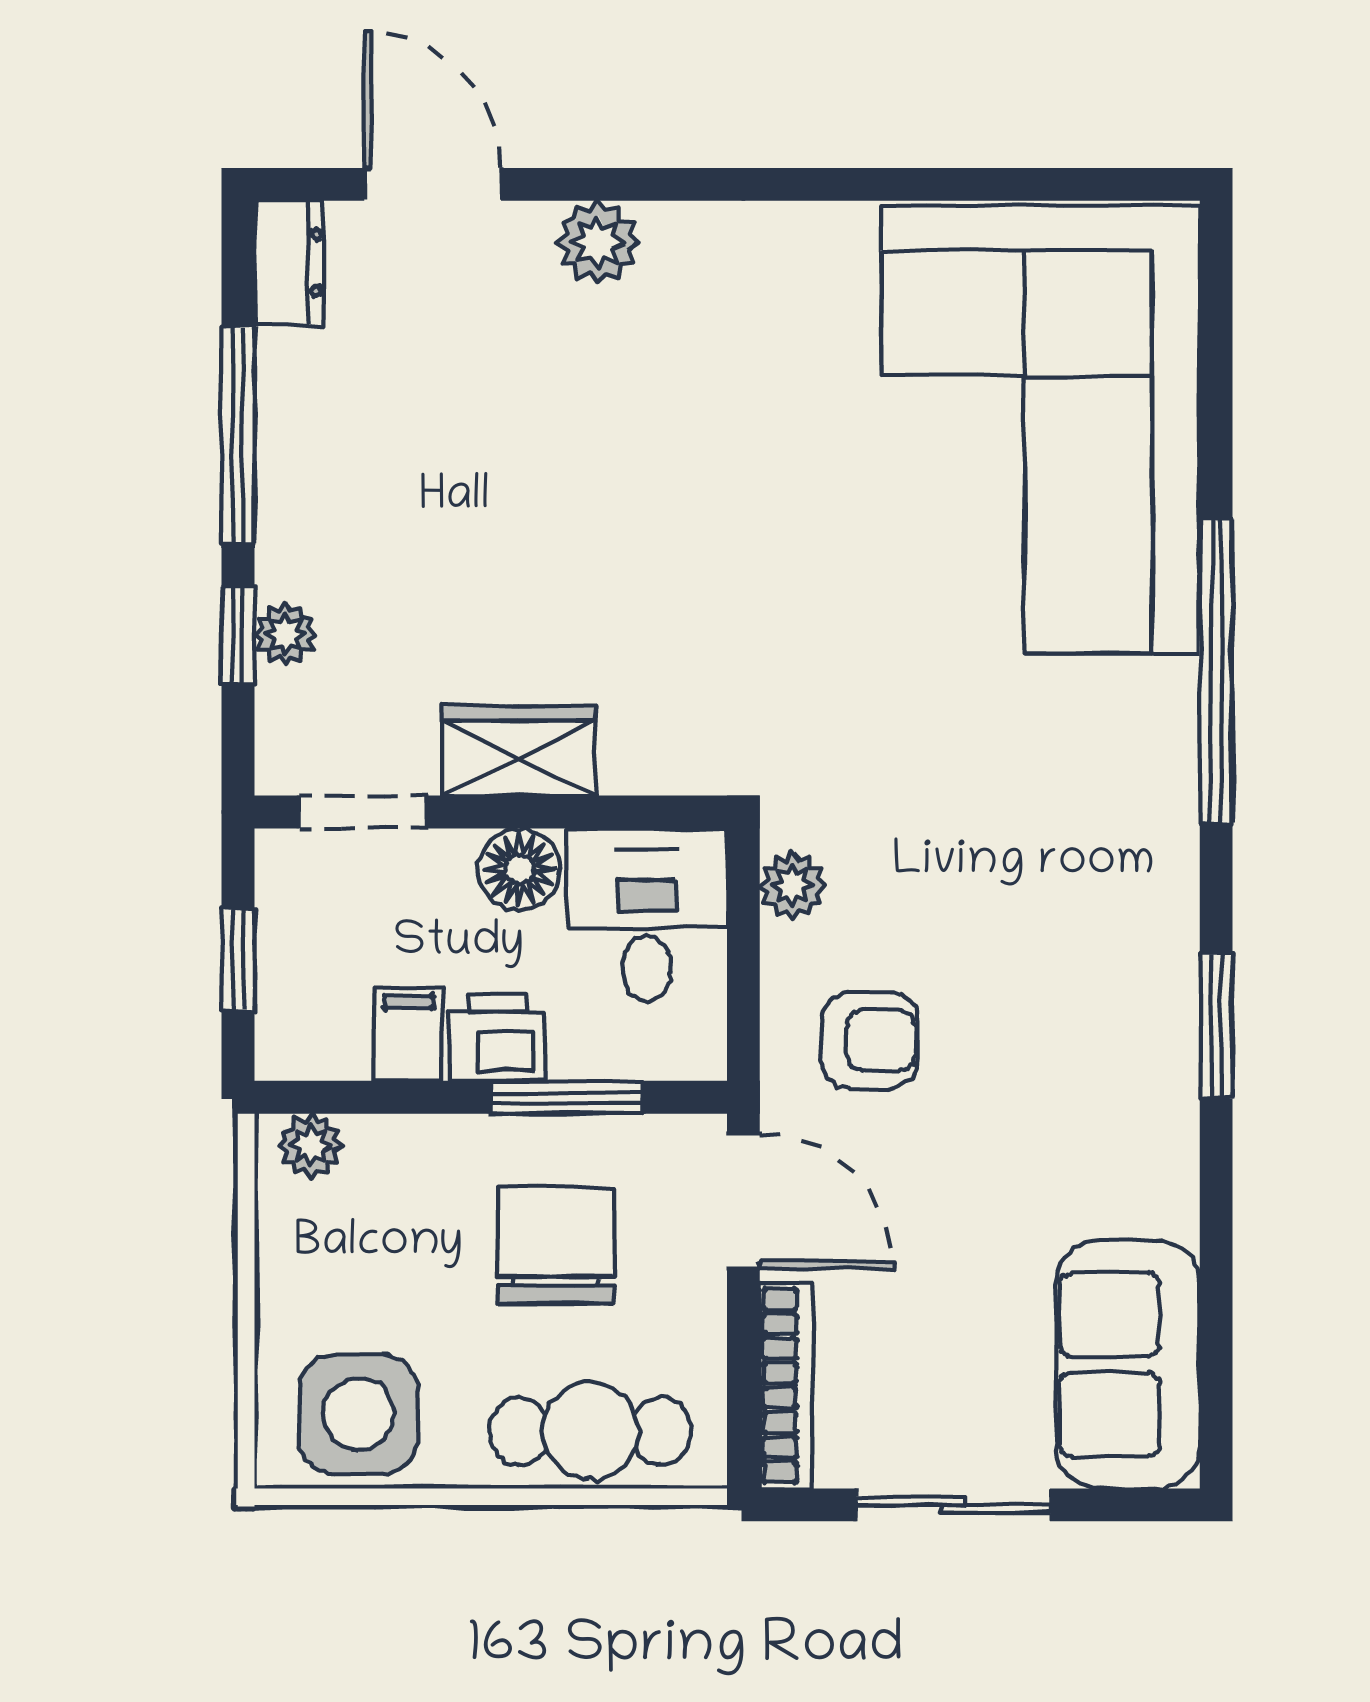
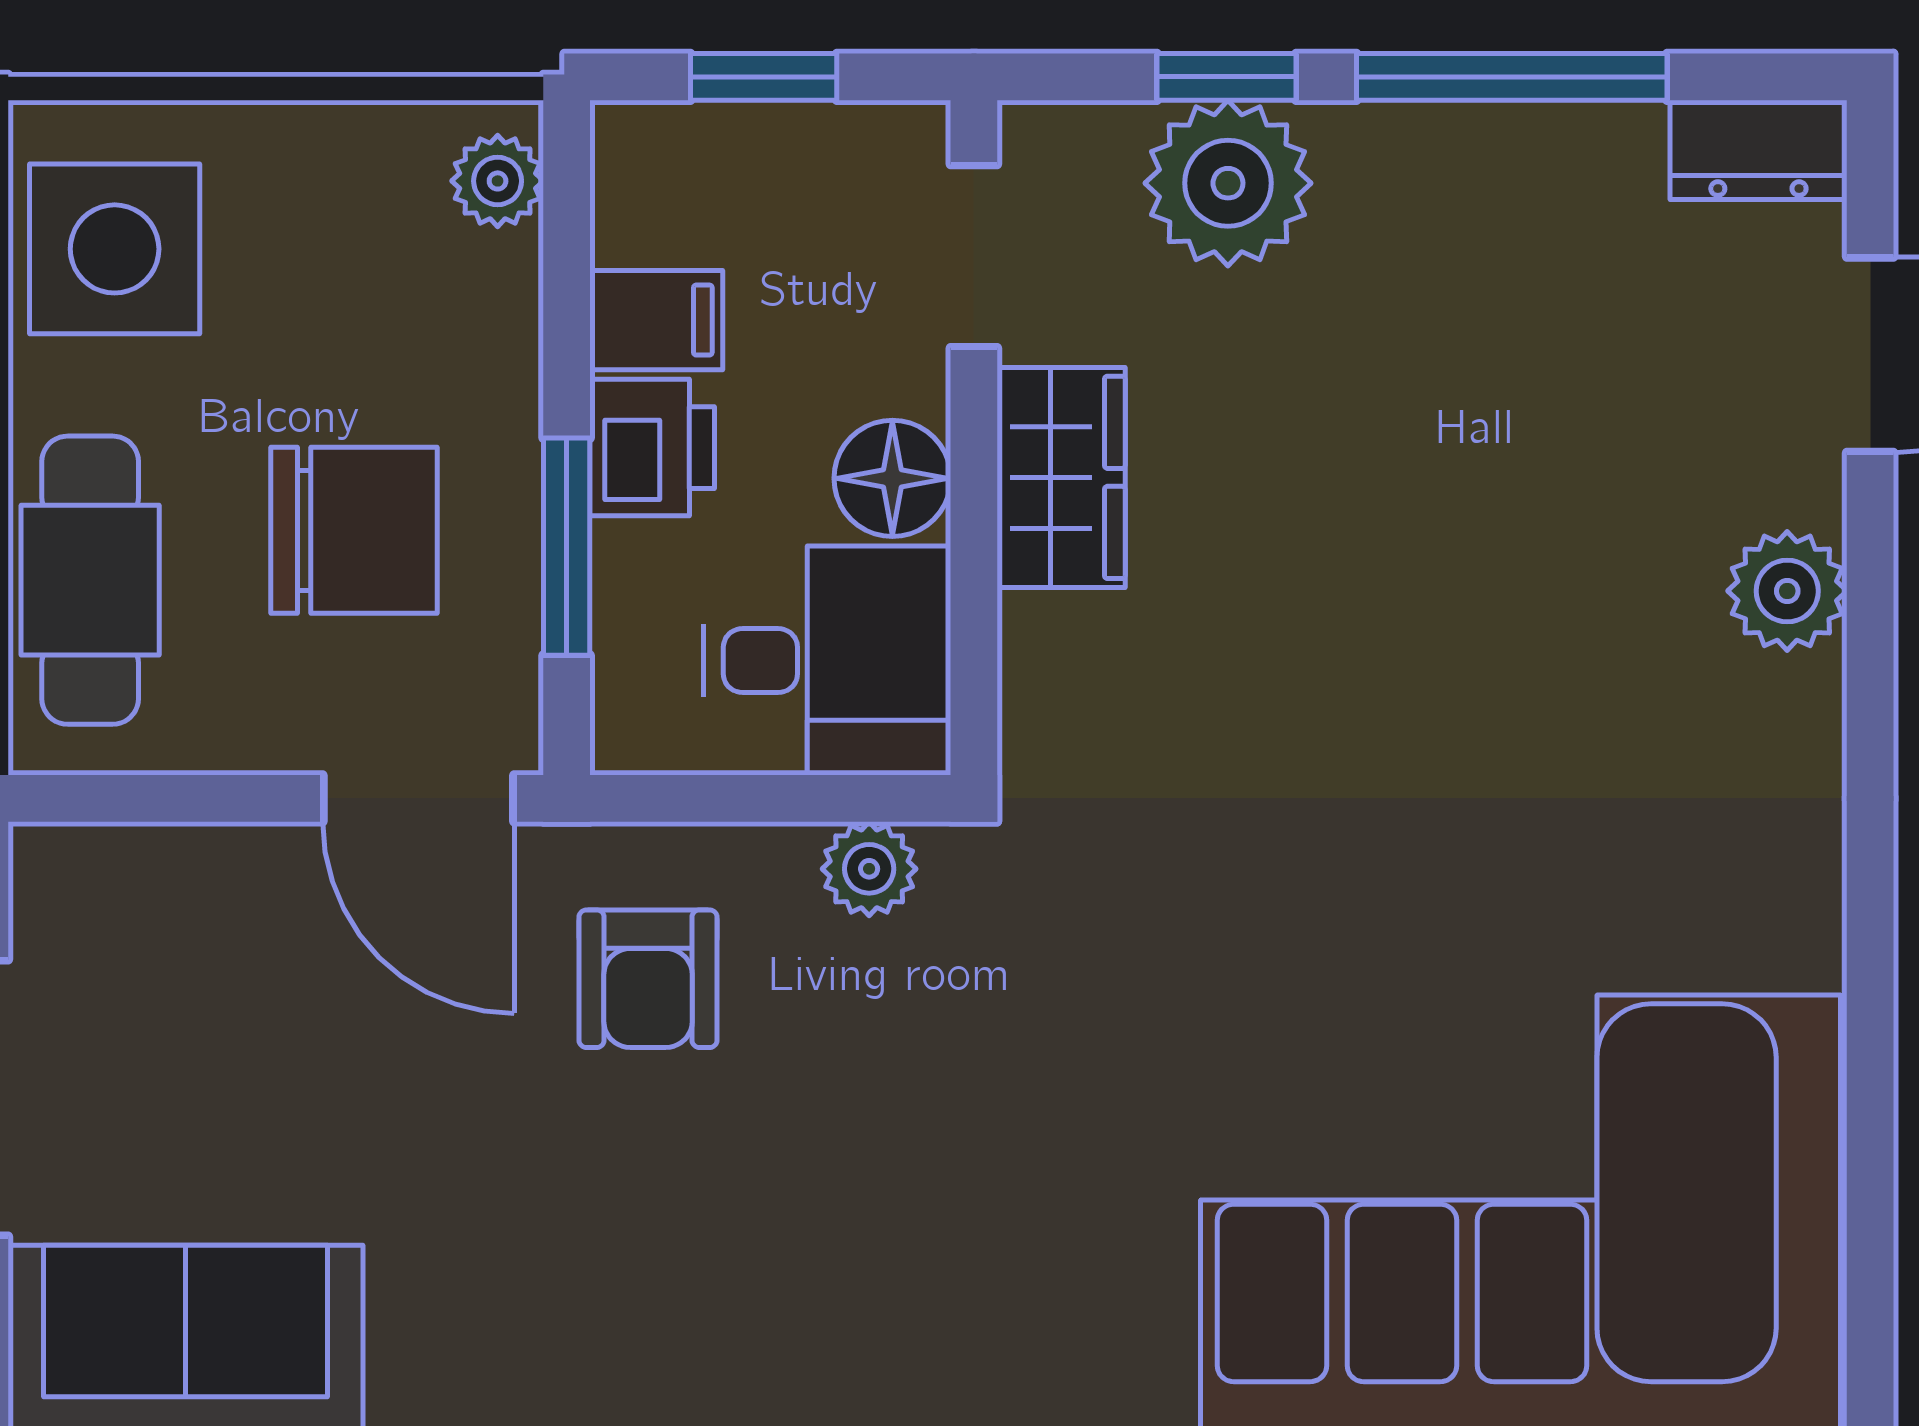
plant: (285, 634) -> (1228, 183), width x1.88, depth x1.88
door: (743, 1201) -> (418, 798), hinge flipped
bookcase: (786, 1386) -> (155, 859), removed

